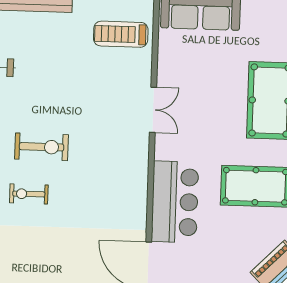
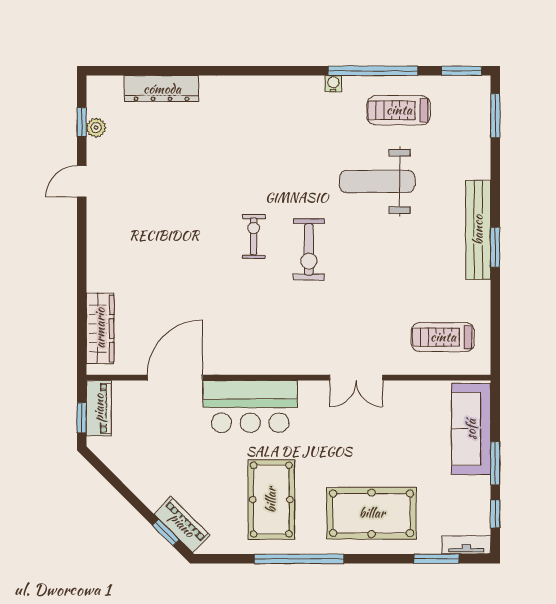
treadmill: (121, 34) -> (443, 337), turned -90

